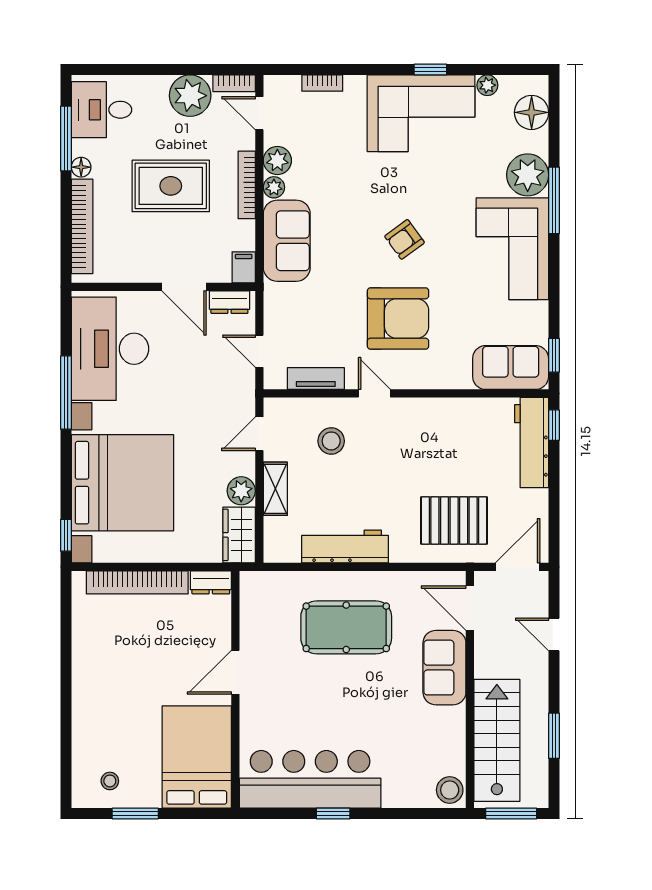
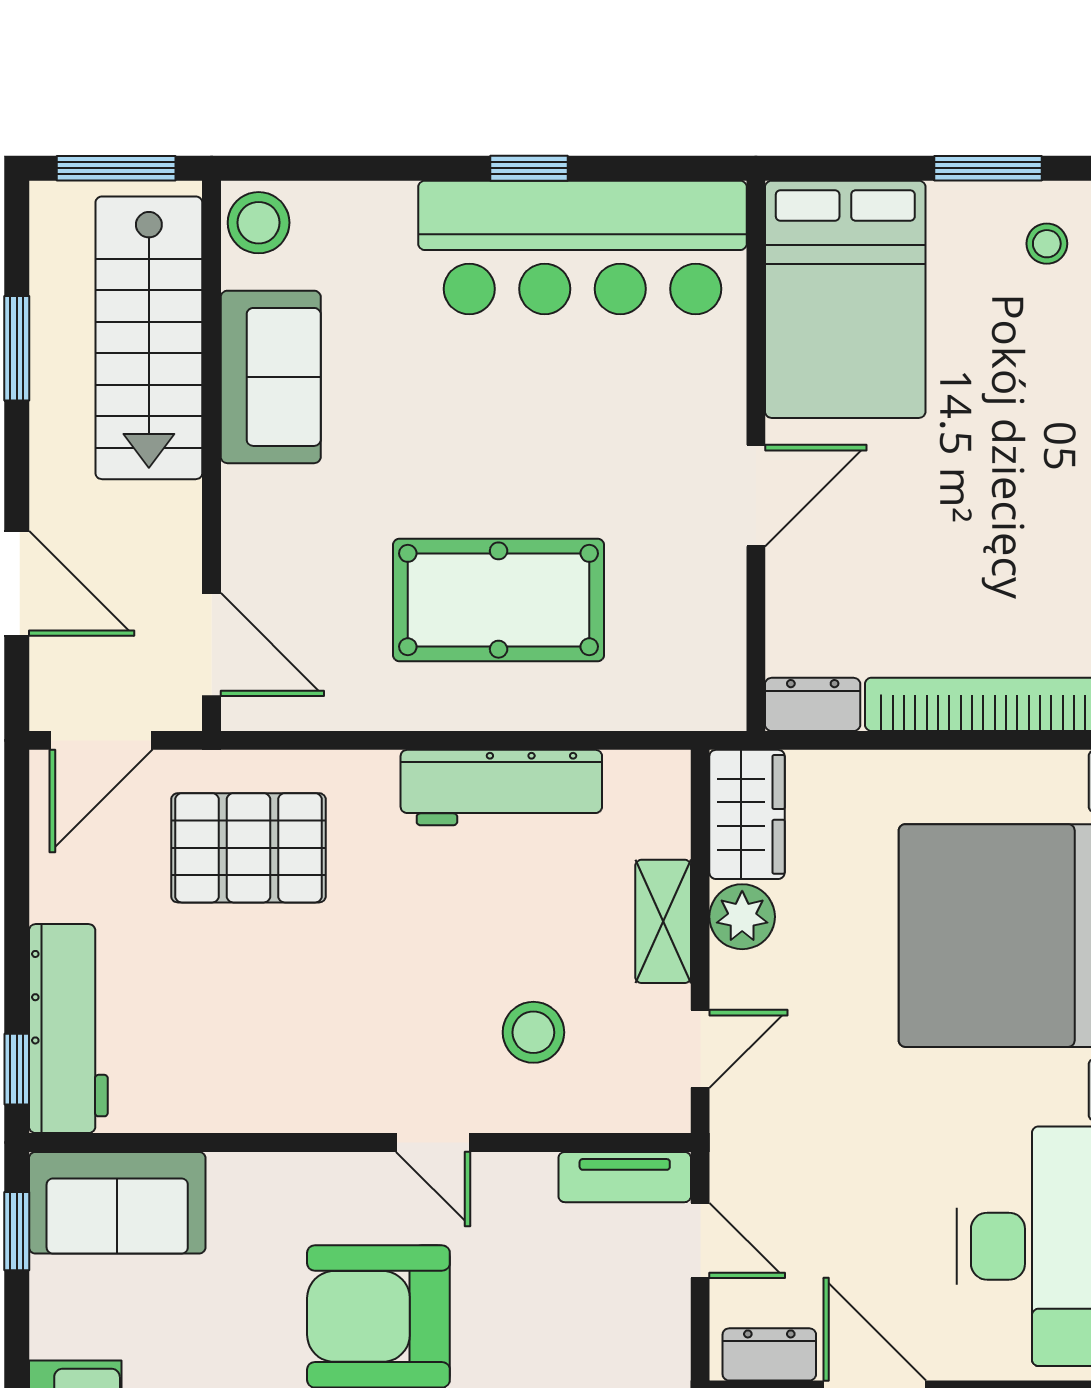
tv unit: (316, 379) -> (625, 1177), moved
door: (554, 635) -> (17, 583), width x1.38
sofa: (444, 668) -> (271, 377), moved

